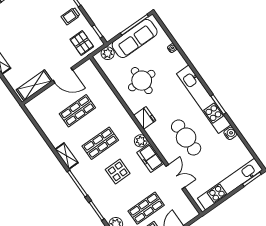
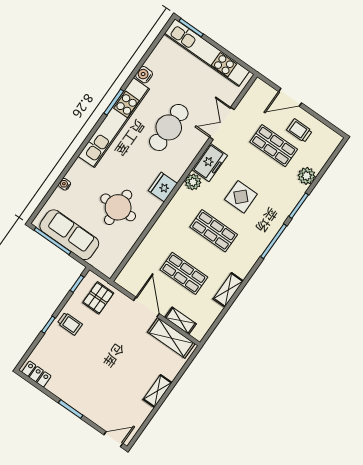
plant: (108, 53) -> (99, 261), removed
shelving: (44, 96) -> (180, 321), added
shelving: (67, 156) -> (228, 290), moved

